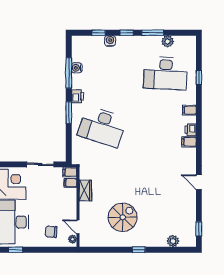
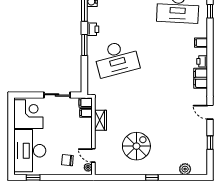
desk: (102, 127) -> (117, 58), turned -33
filing cabinet: (189, 142) -> (201, 78), width x2.00
window: (199, 229) -> (210, 143), moved

